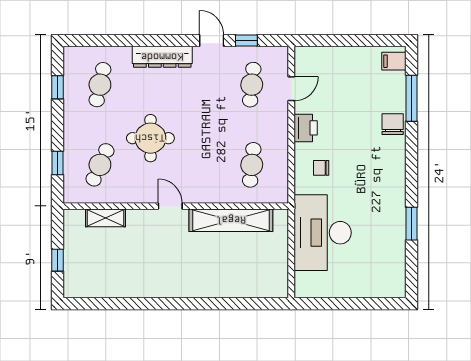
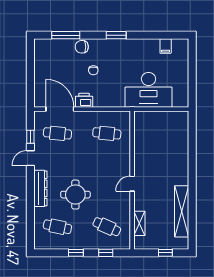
filing cabinet: (394, 61) -> (166, 46), moved
window: (58, 87) -> (76, 253), moved
door: (291, 89) -> (60, 109), width x1.87
round table: (150, 138) -> (75, 195), moved
chair: (321, 168) -> (93, 70), moved
shelving: (231, 220) -> (182, 211), moved
window: (411, 224) -> (116, 35), moved

